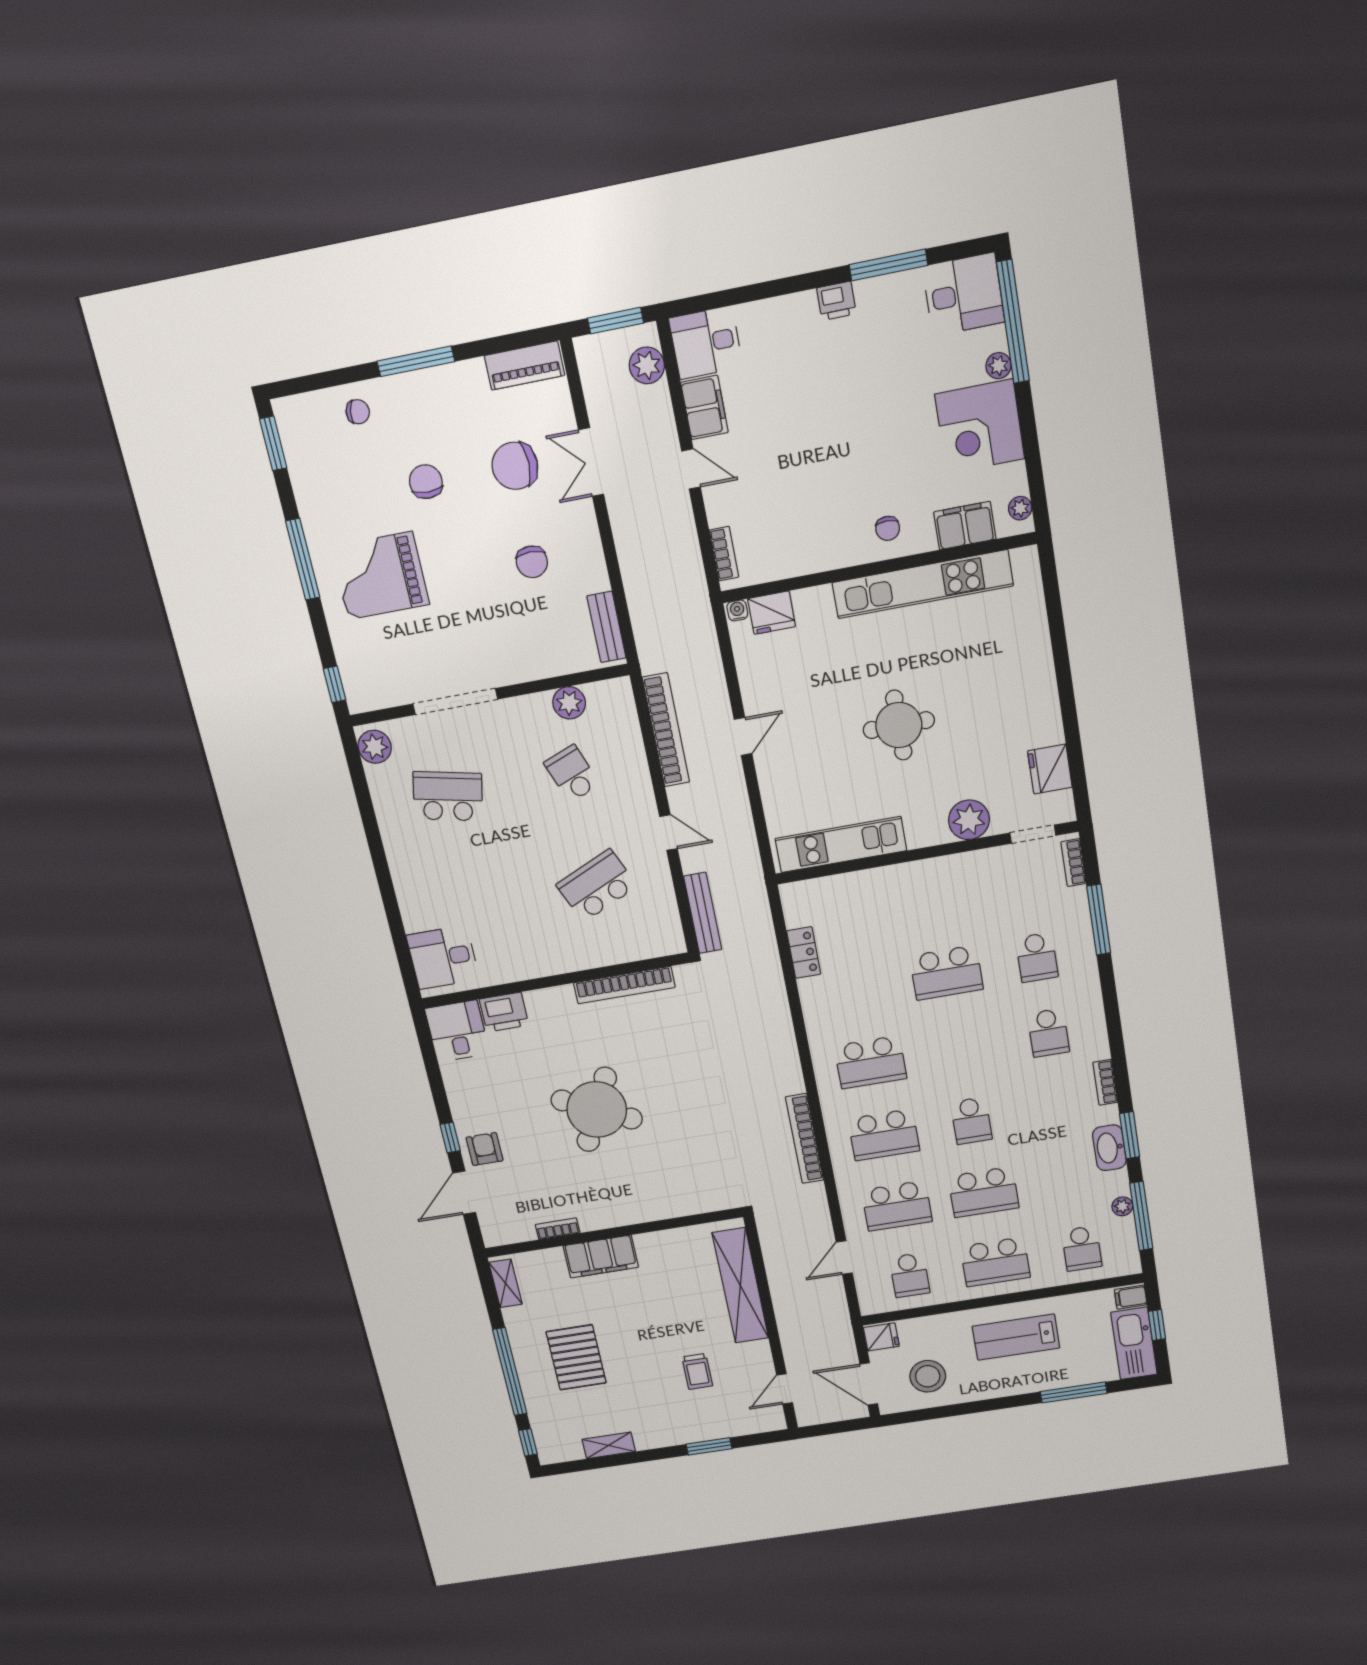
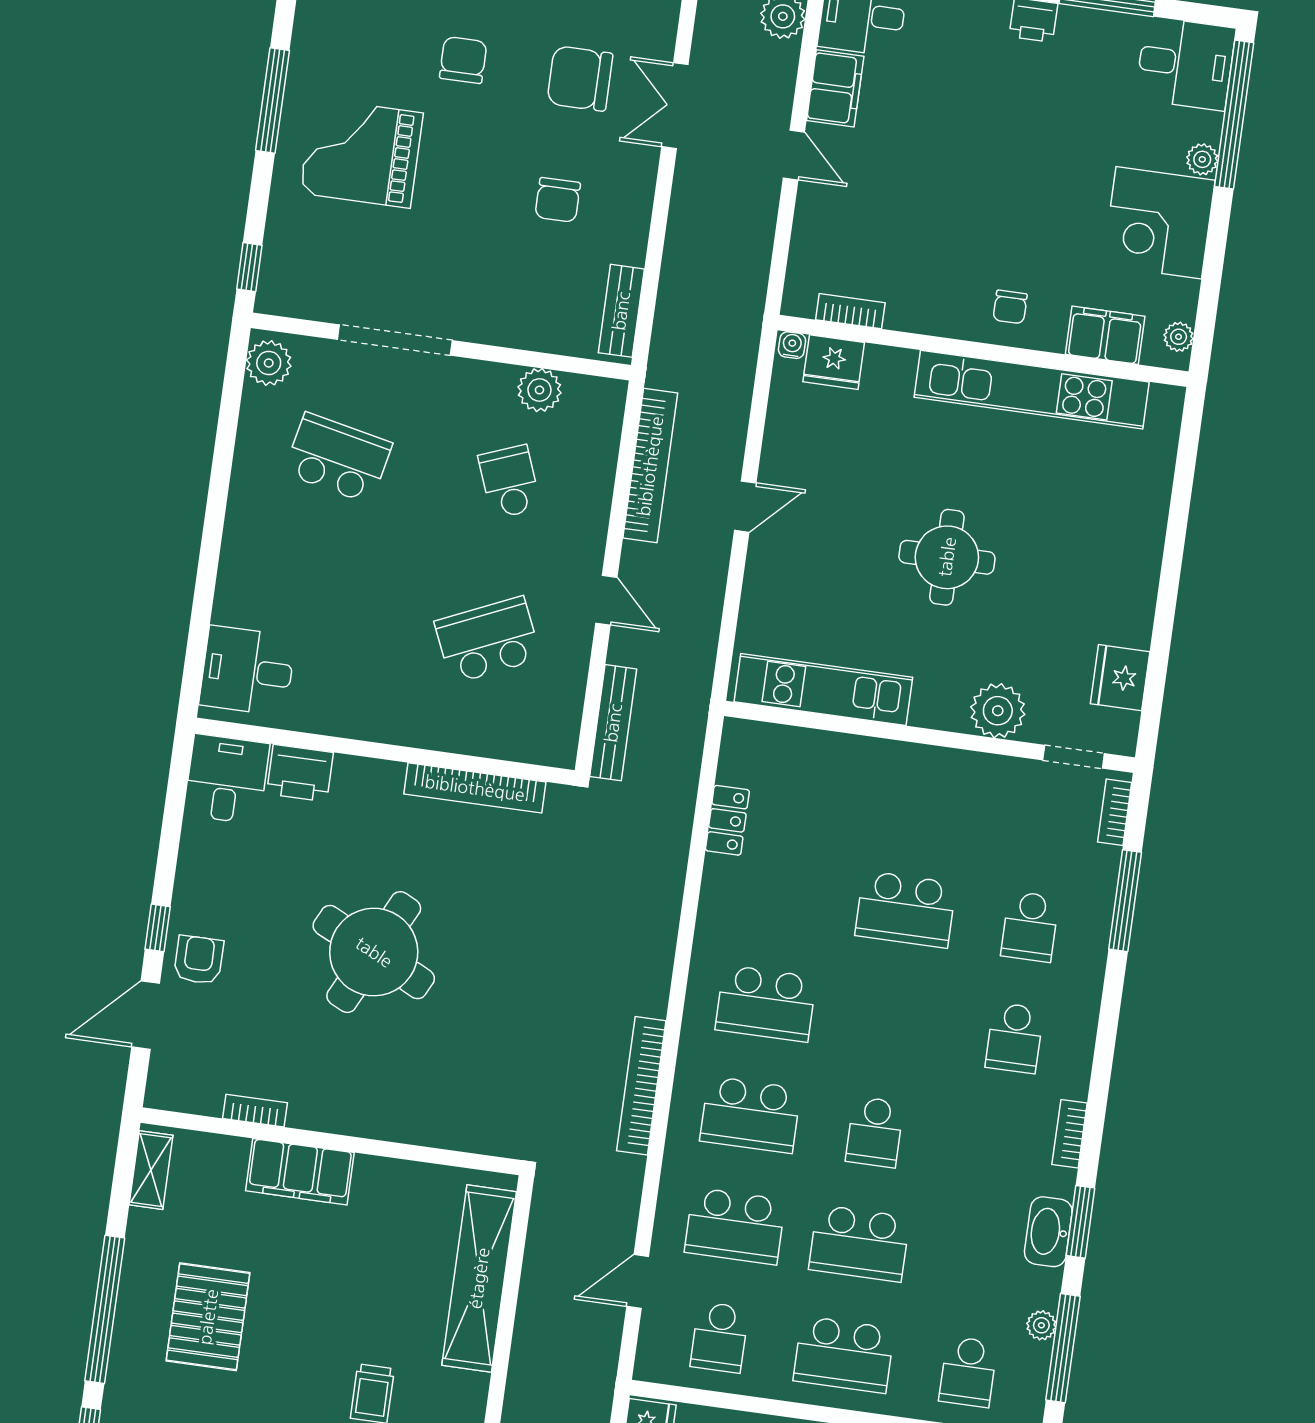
bookcase: (724, 554) -> (850, 311), moved, turned -90

